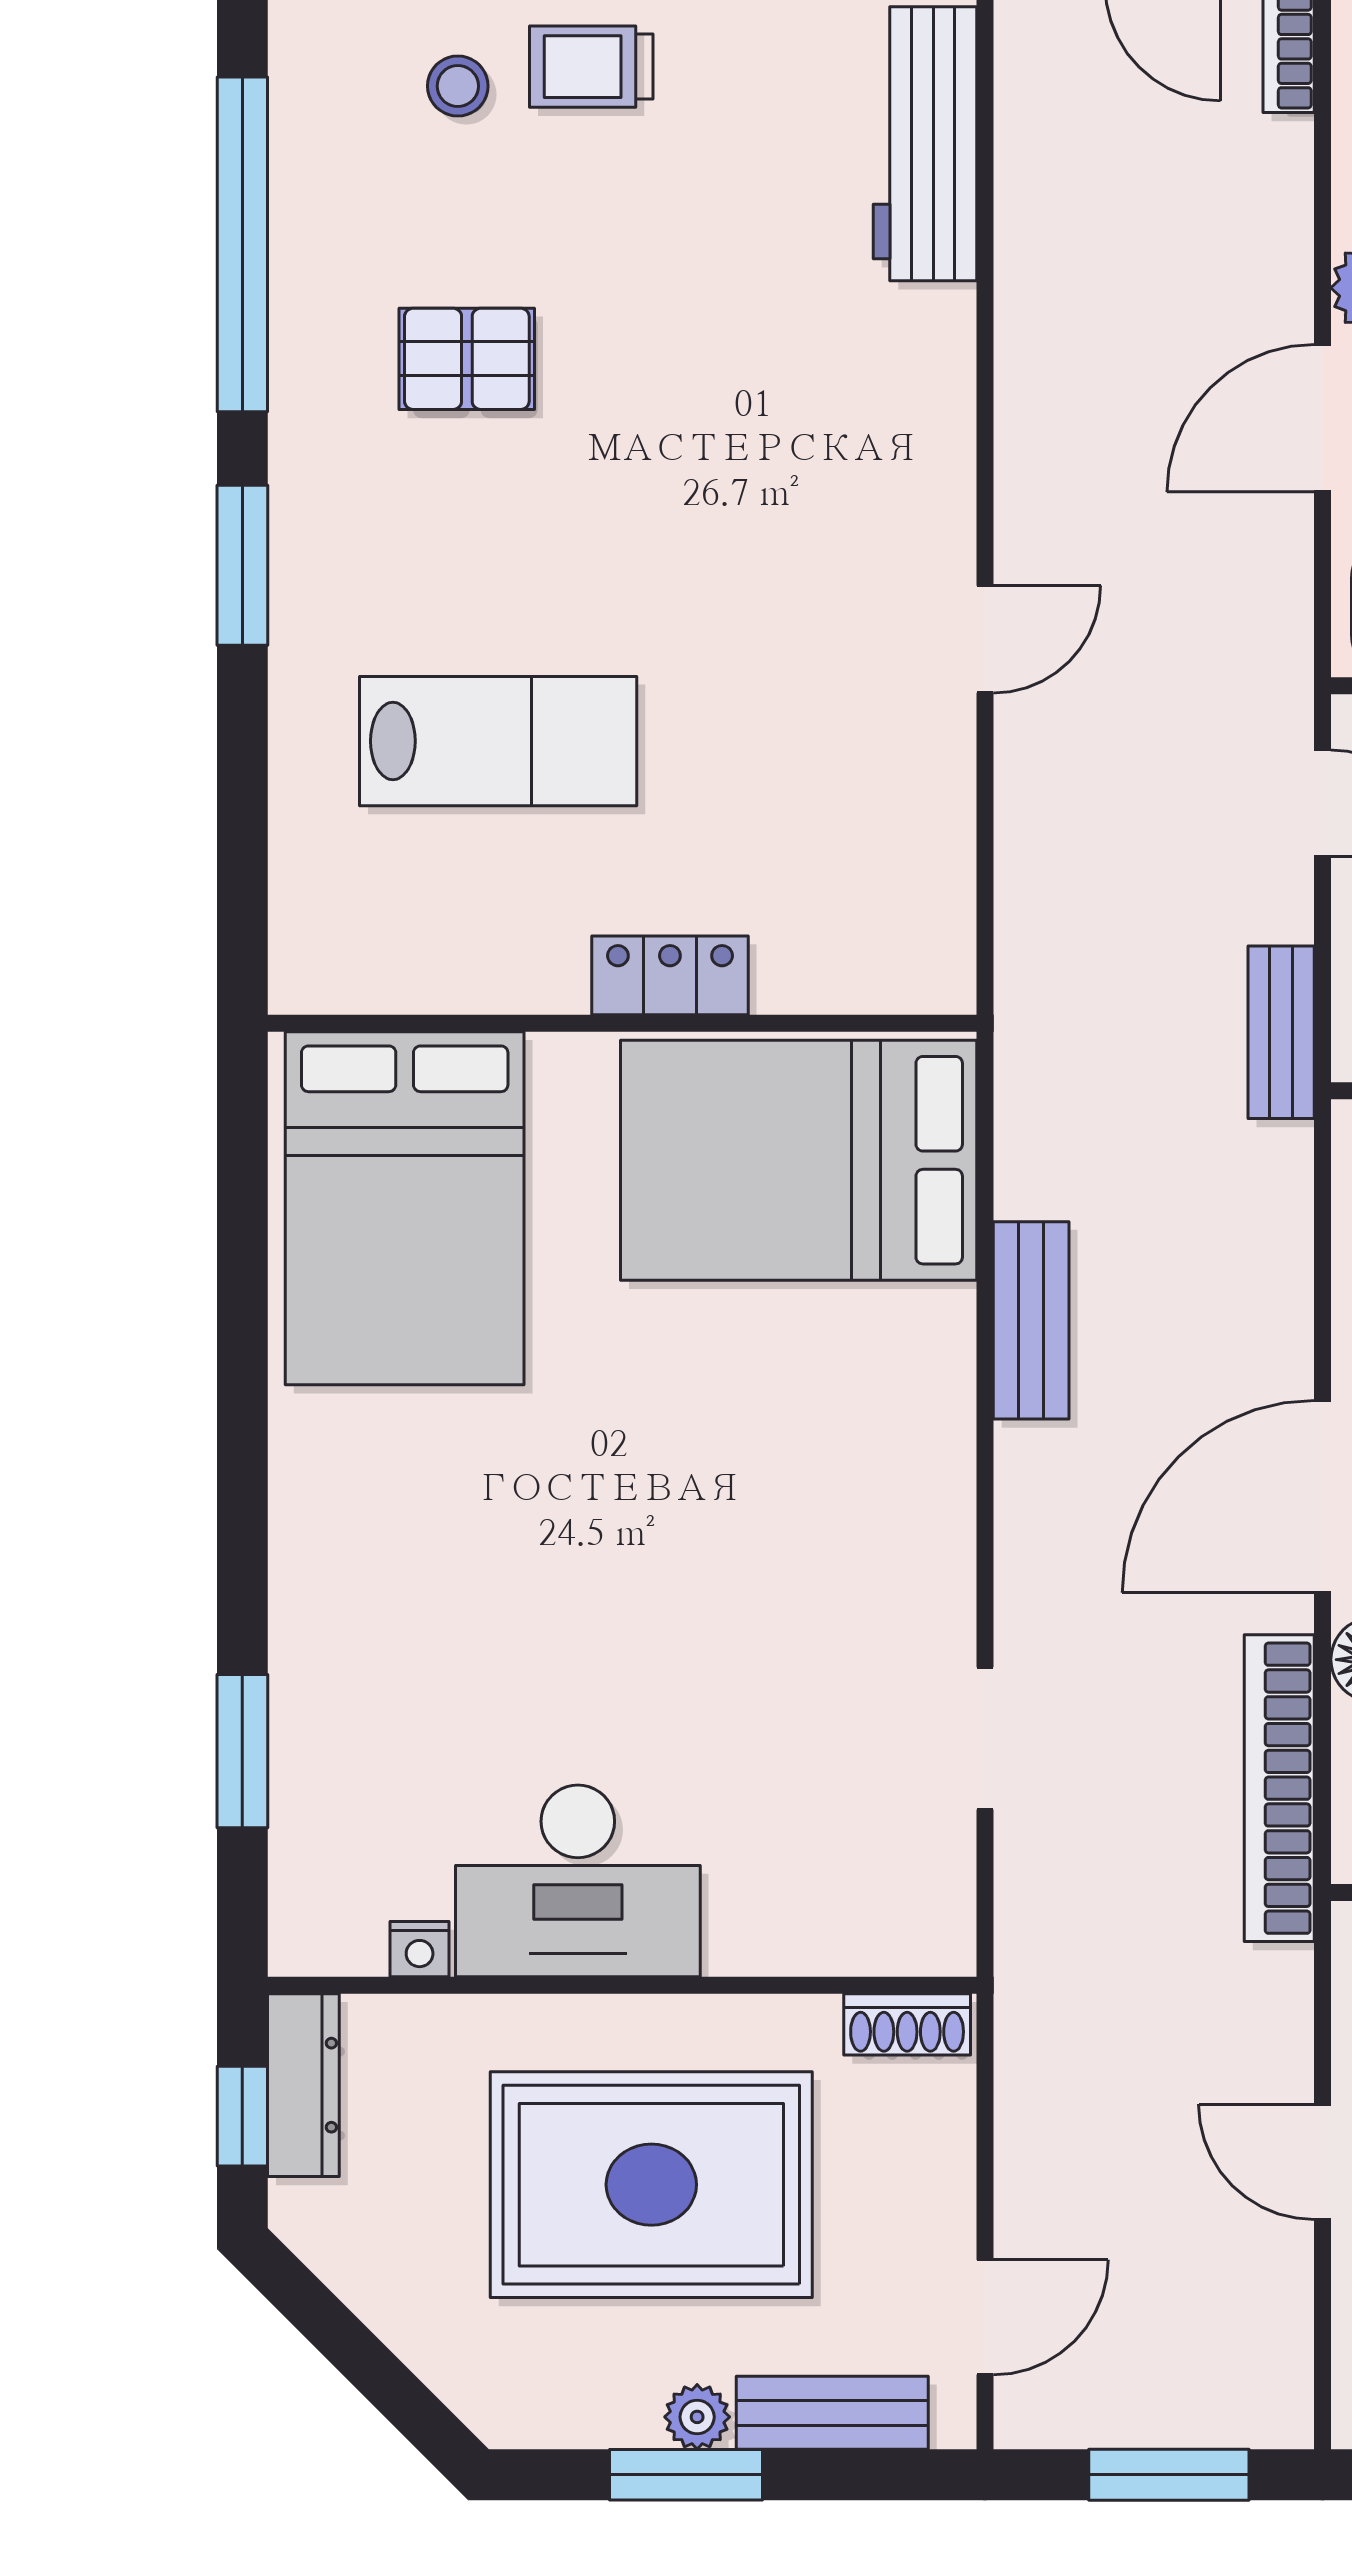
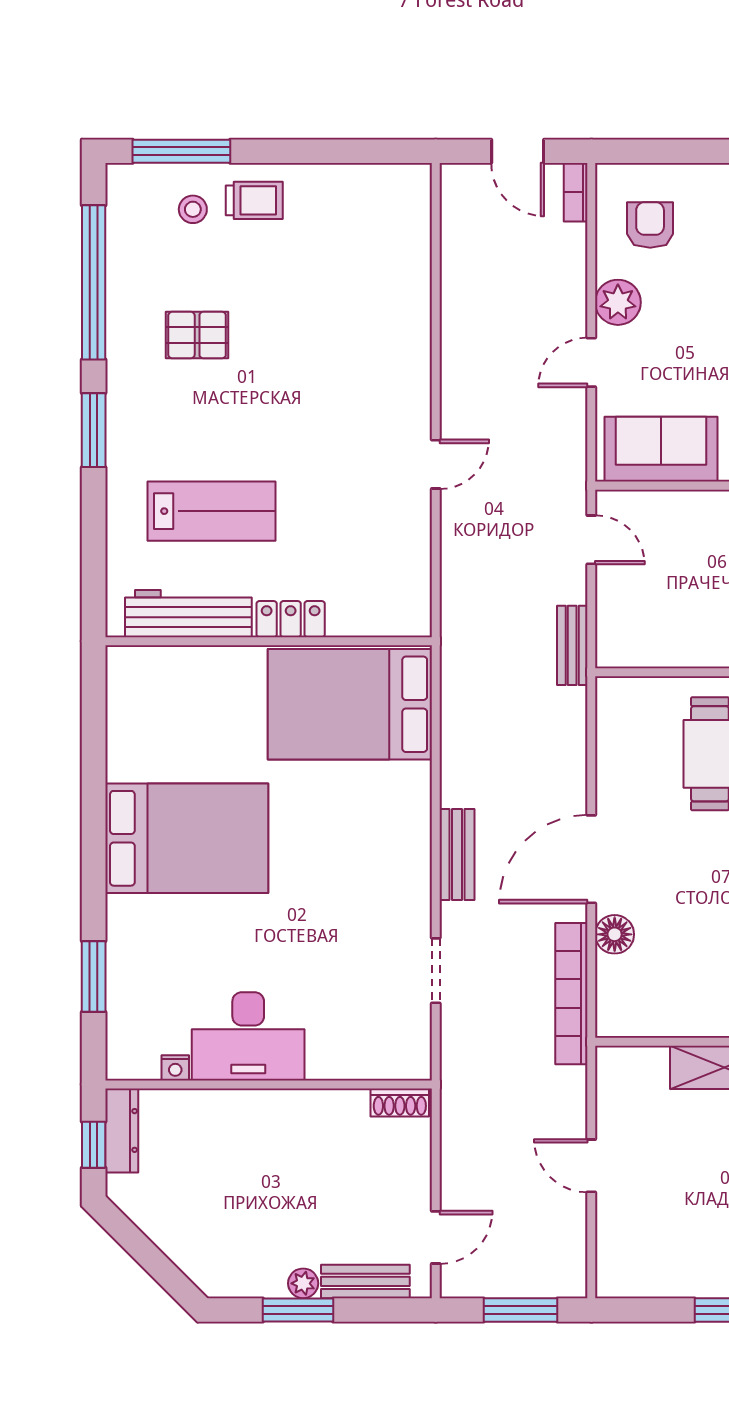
trolley: (591, 67) -> (254, 200), turned 180
workbench: (925, 144) -> (188, 614), moved, turned 90
door: (1323, 418) -> (591, 362), width x0.73
bed: (405, 1208) -> (187, 838), moved, turned -90
bench: (1031, 1320) -> (457, 854), moved
rug: (651, 2185) -> (282, 1176), removed

